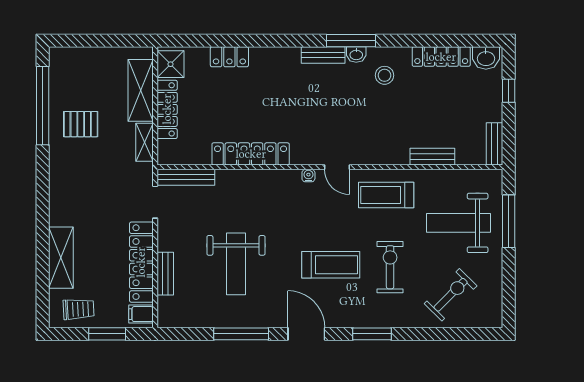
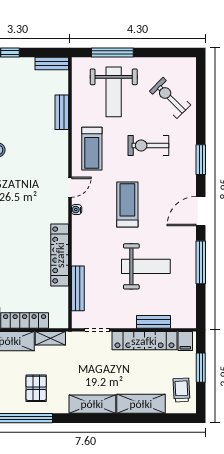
bench: (186, 177) -> (78, 288), moved
shelving: (60, 196) -> (92, 404), added
treadmill: (331, 265) -> (127, 204), moved

